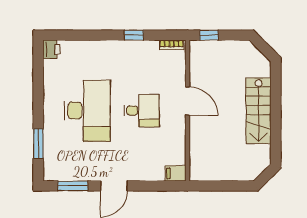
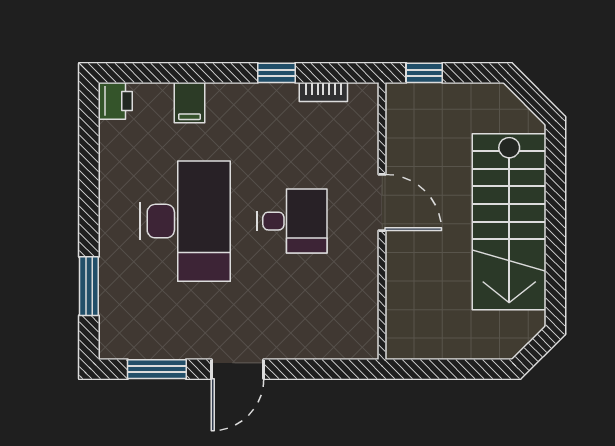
bookcase: (172, 45) -> (323, 92), moved
stairs: (258, 111) -> (509, 222), width x1.36, depth x1.51
filing cabinet: (176, 173) -> (189, 103), moved, turned -90

